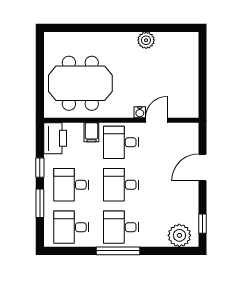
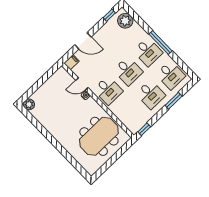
plant: (146, 40) -> (29, 104), moved
meeting table: (80, 83) -> (99, 136), turned 90
filing cabinet: (91, 132) -> (72, 62), moved
printer: (55, 138) -> (136, 123), removed
window: (40, 168) -> (144, 129), moved

